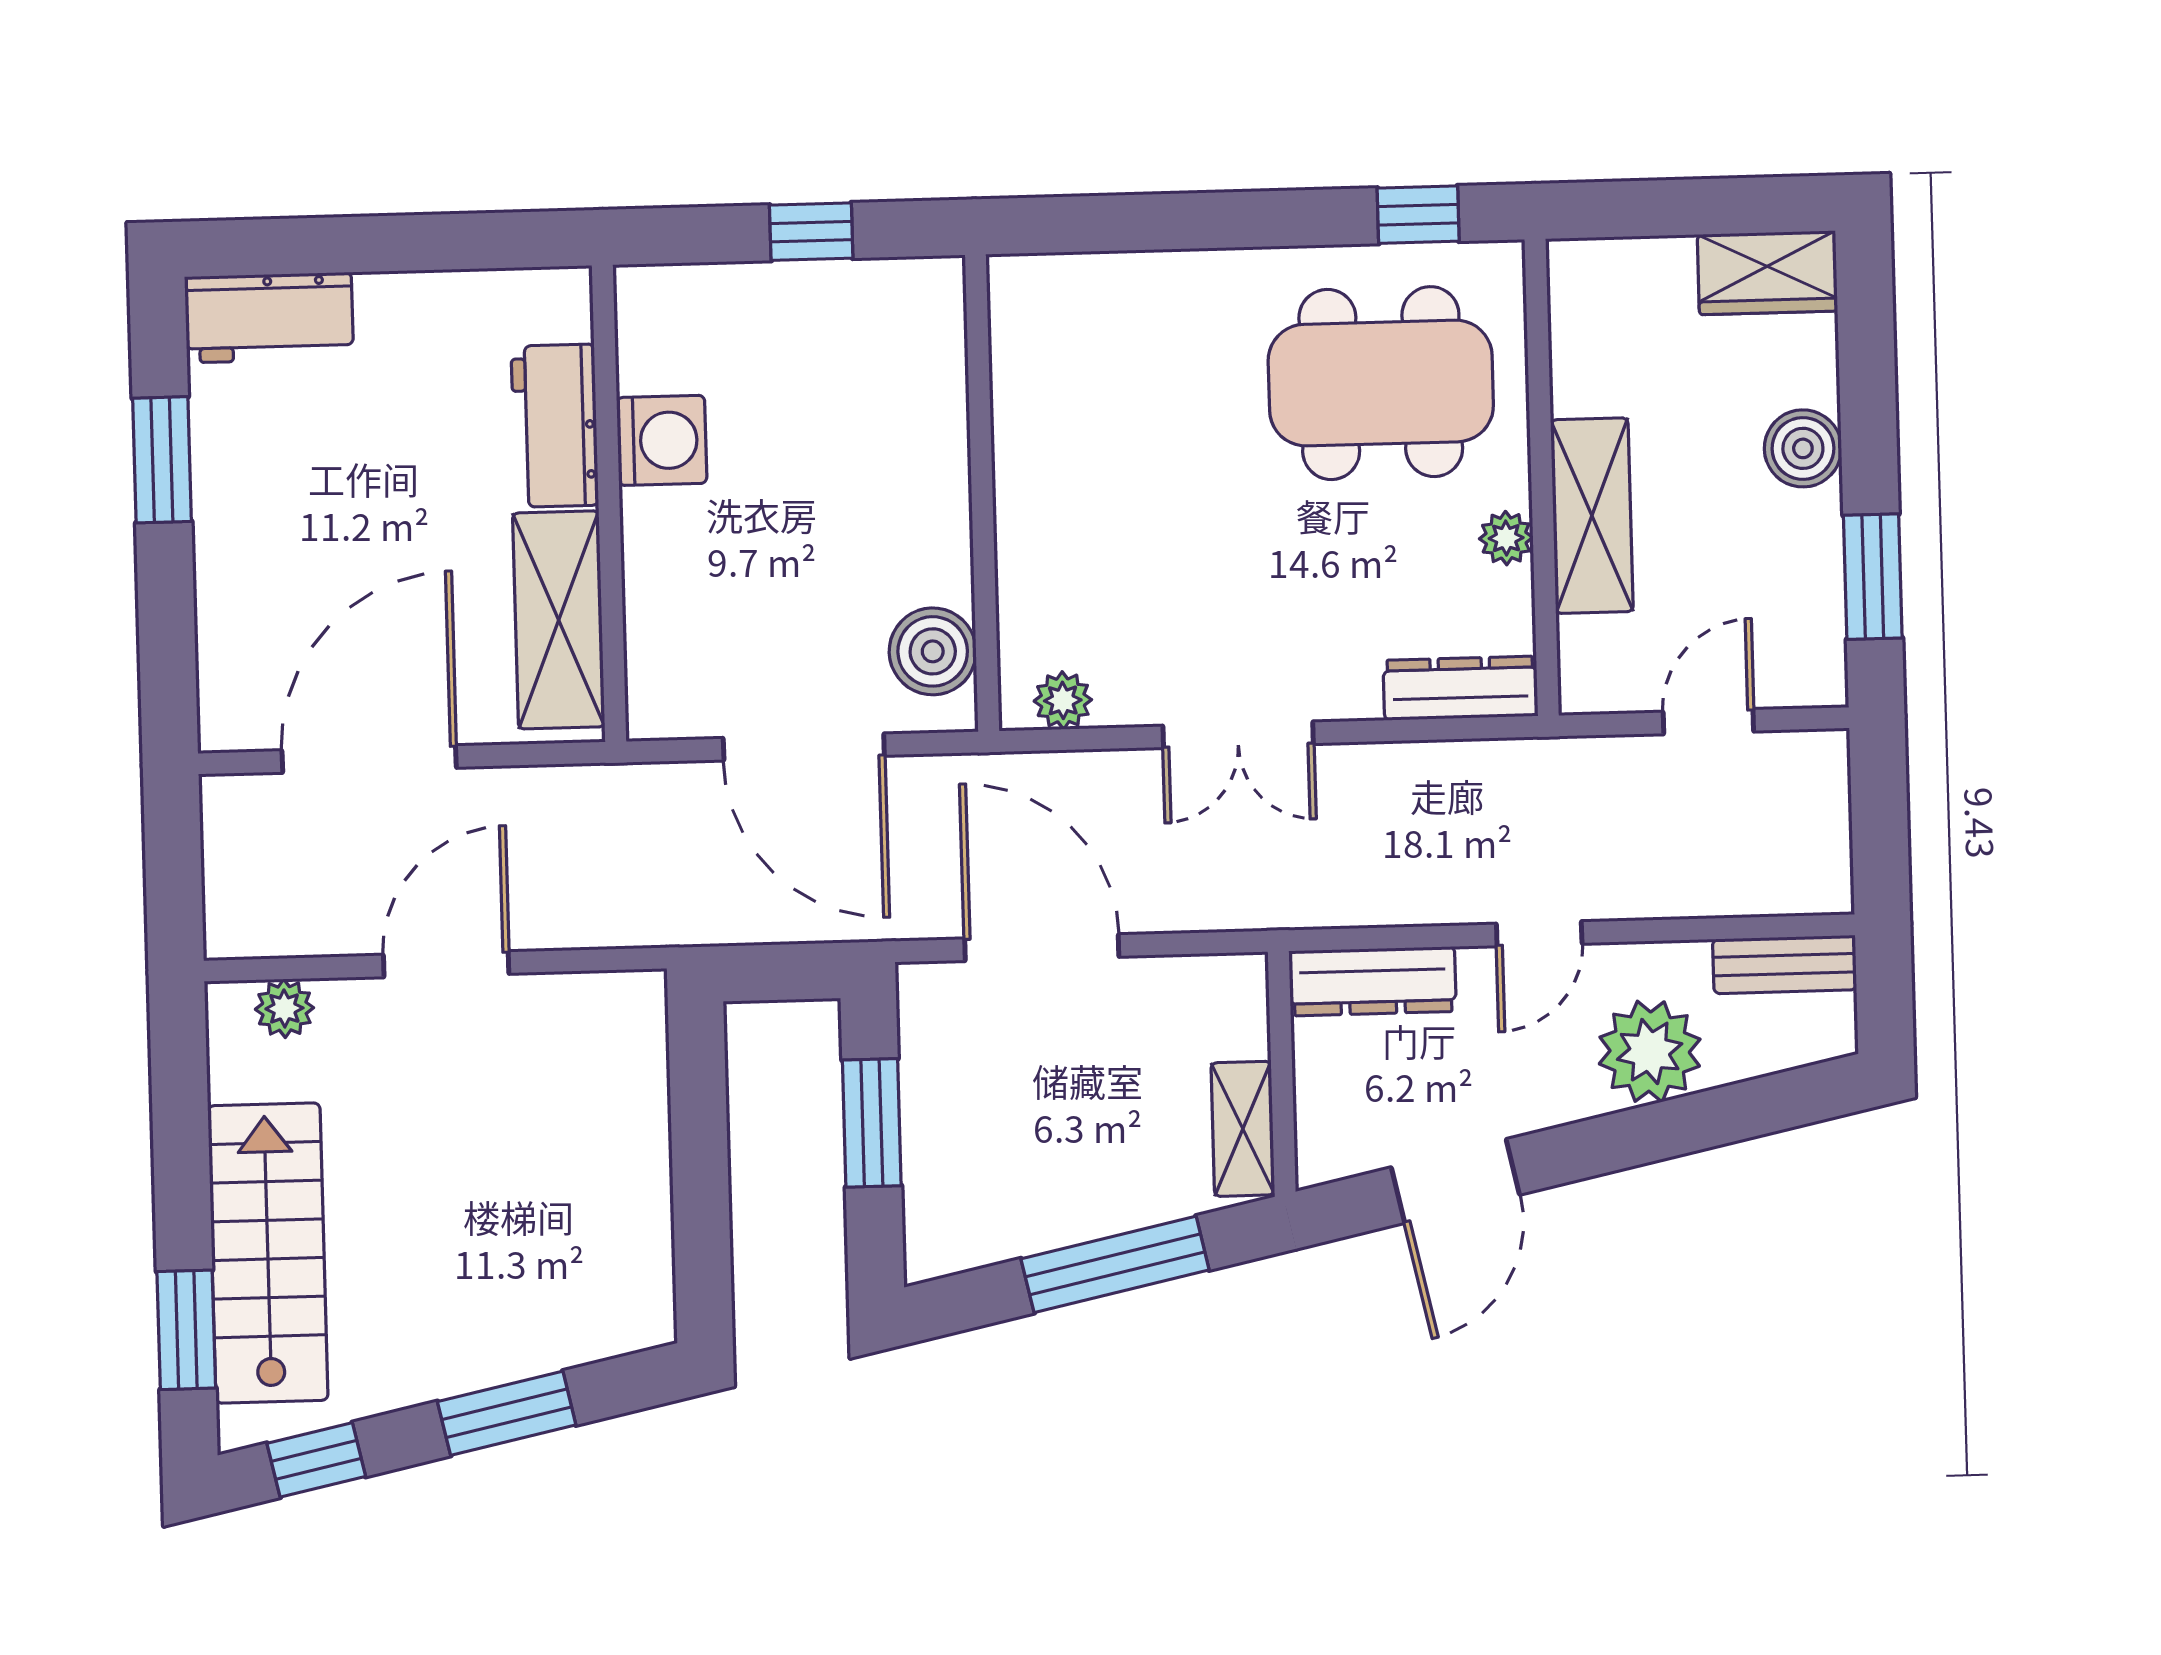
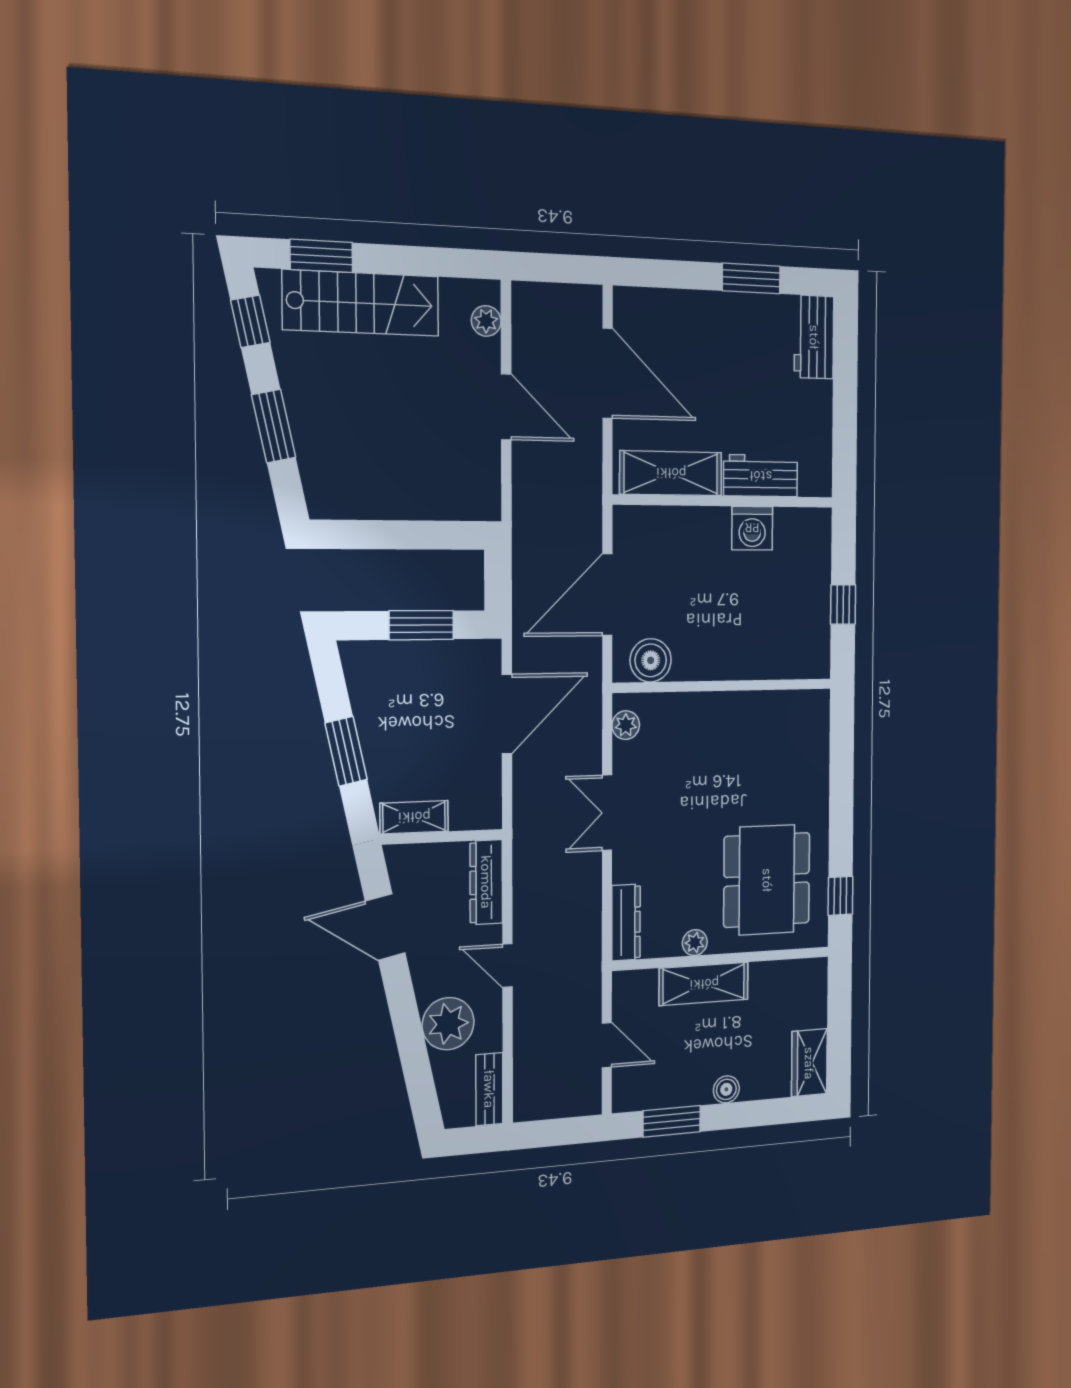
boiler: (1803, 448) -> (726, 1089), width x0.73, depth x0.73
window: (1115, 1264) -> (346, 751), width x0.69

